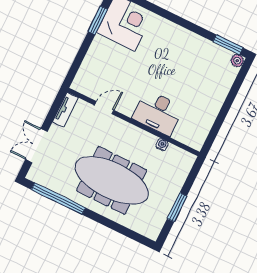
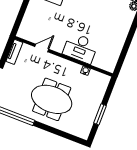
meeting table: (112, 180) -> (52, 99), width x0.73

